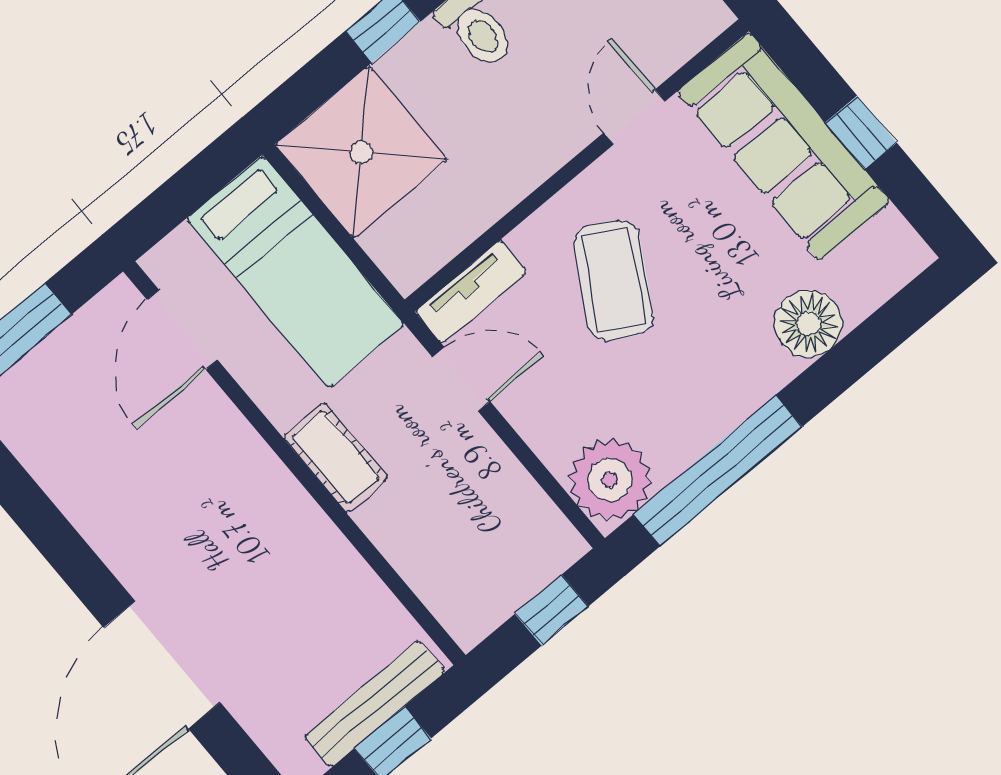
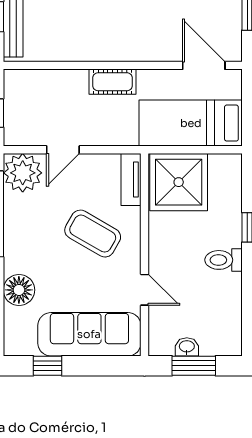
window: (861, 133) -> (48, 366), moved
shower: (361, 152) -> (179, 182), moved
door: (461, 379) -> (63, 150), moved

